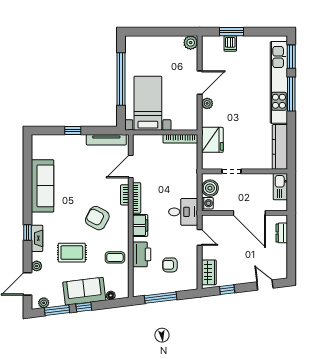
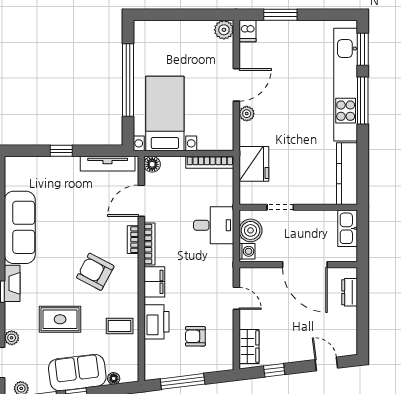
dishwasher: (230, 43) -> (248, 31), moved
floor lamp: (139, 140) -> (152, 164), added
desk: (183, 212) -> (214, 225), moved
fireplace: (37, 238) -> (12, 283), moved

